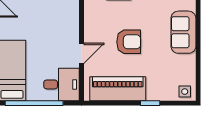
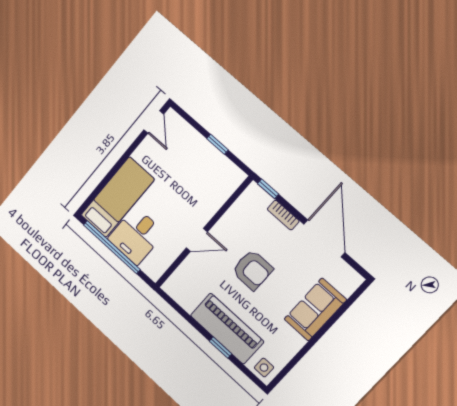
desk: (62, 84) -> (136, 236), moved, turned 90
piano: (118, 89) -> (227, 329), moved

